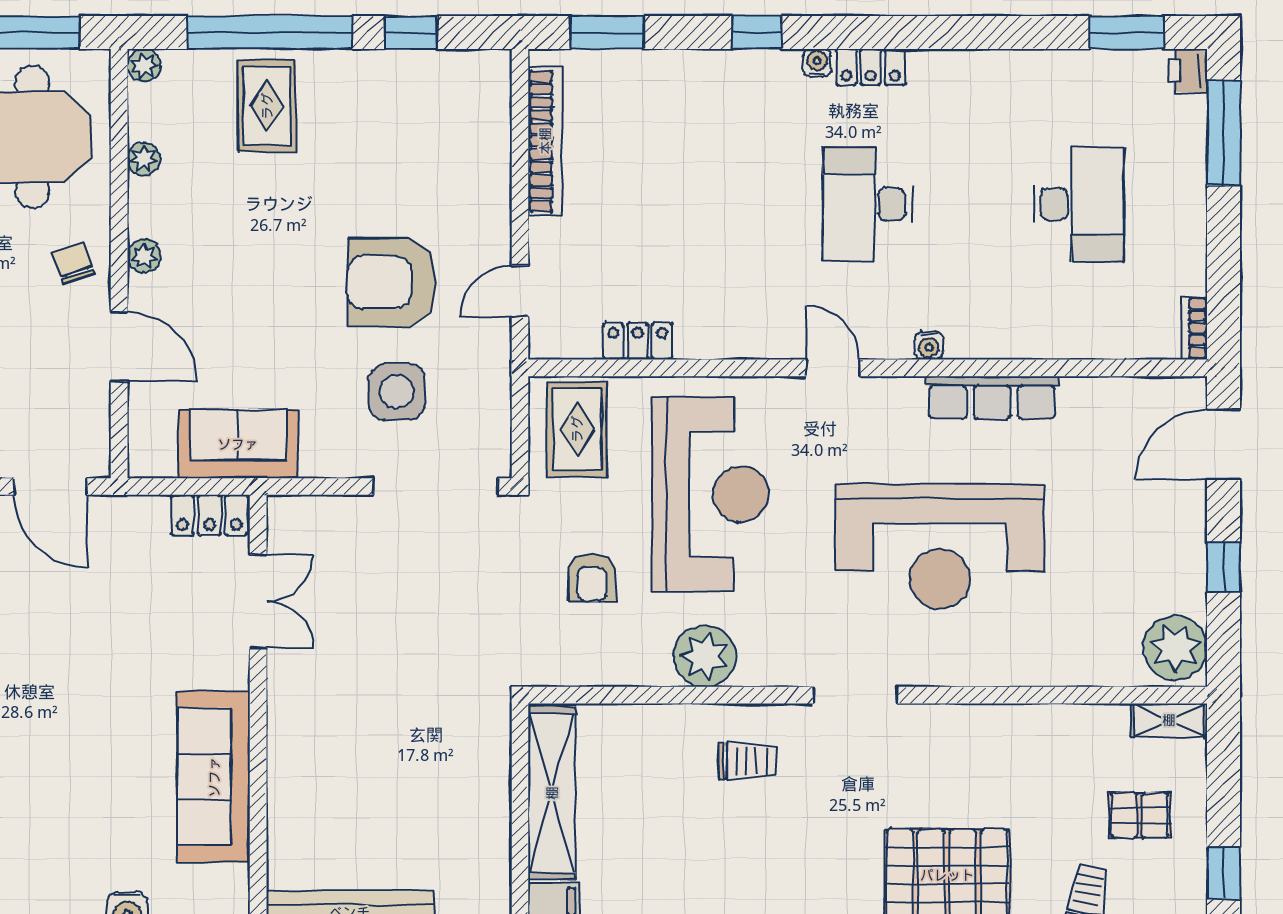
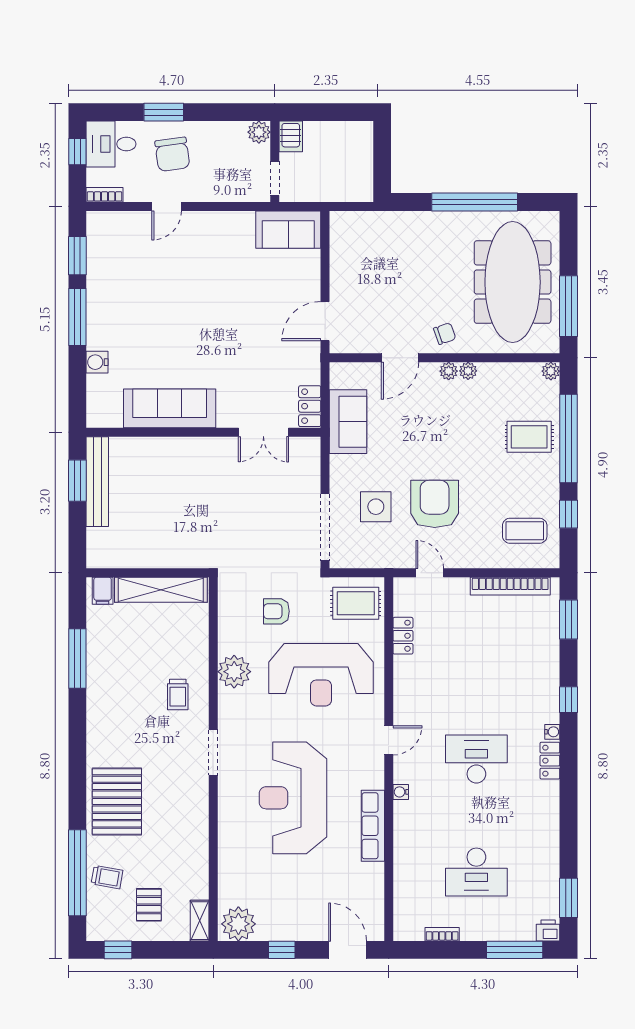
coffee table: (442, 114) -> (525, 531), added
plant: (144, 159) -> (468, 371), moved
bookcase: (1195, 328) -> (442, 934), moved

